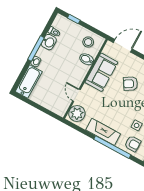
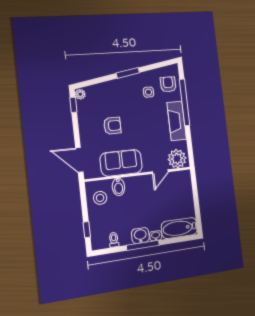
washbasin: (49, 42) -> (140, 236), moved
armchair: (130, 84) -> (112, 126), turned -58

